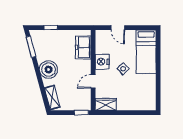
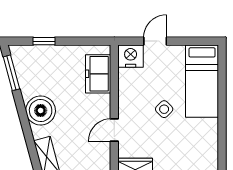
door: (118, 28) -> (155, 41), swing flipped
nightstand: (102, 62) -> (131, 56), moved, turned 90

